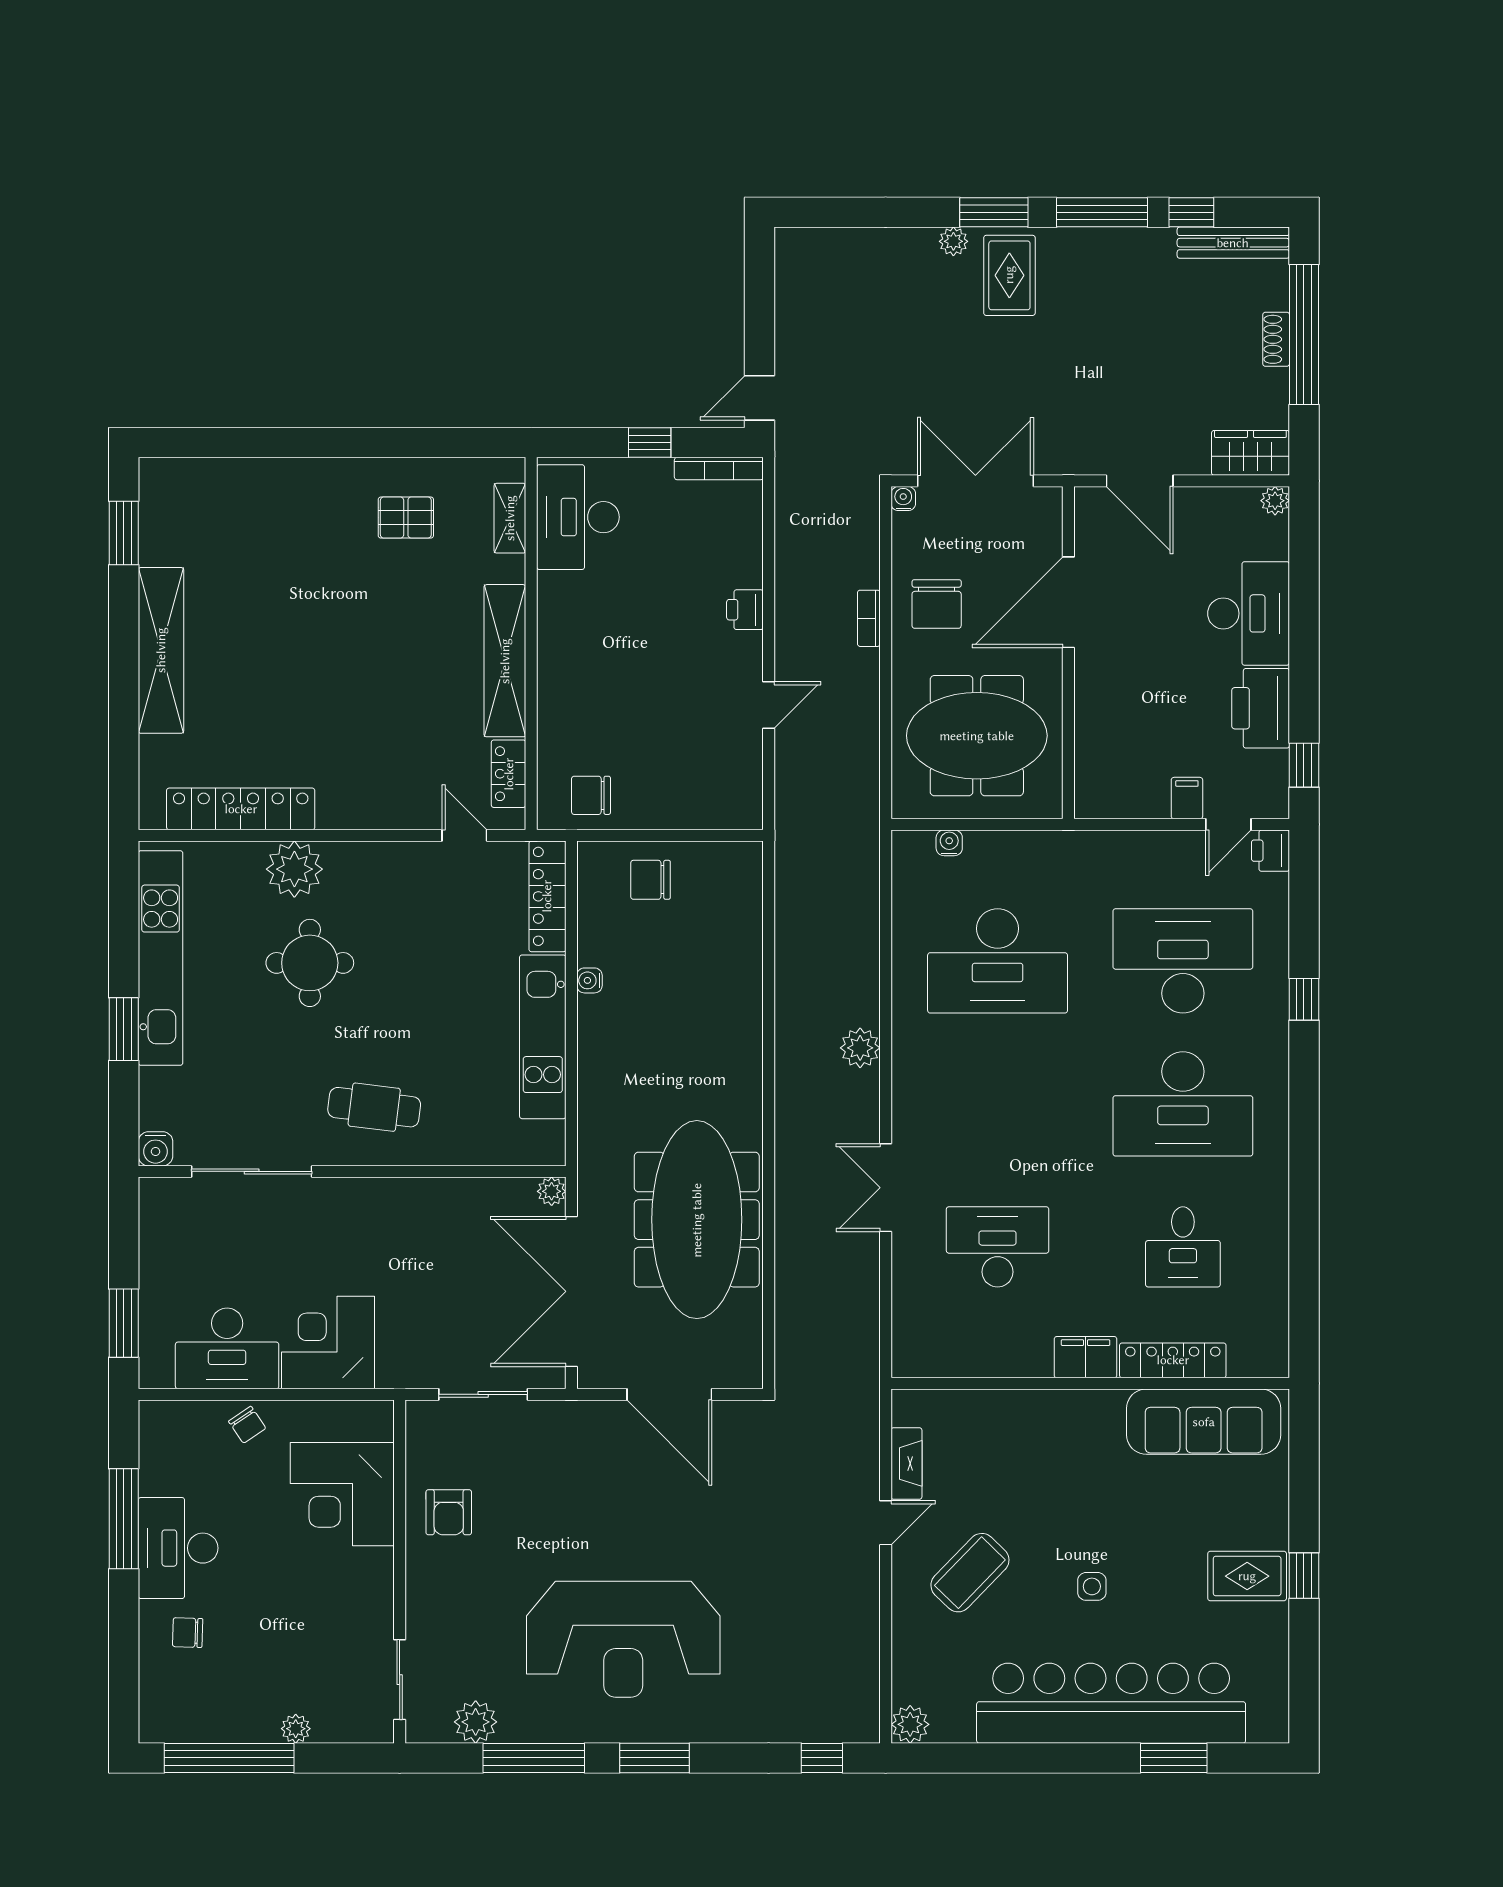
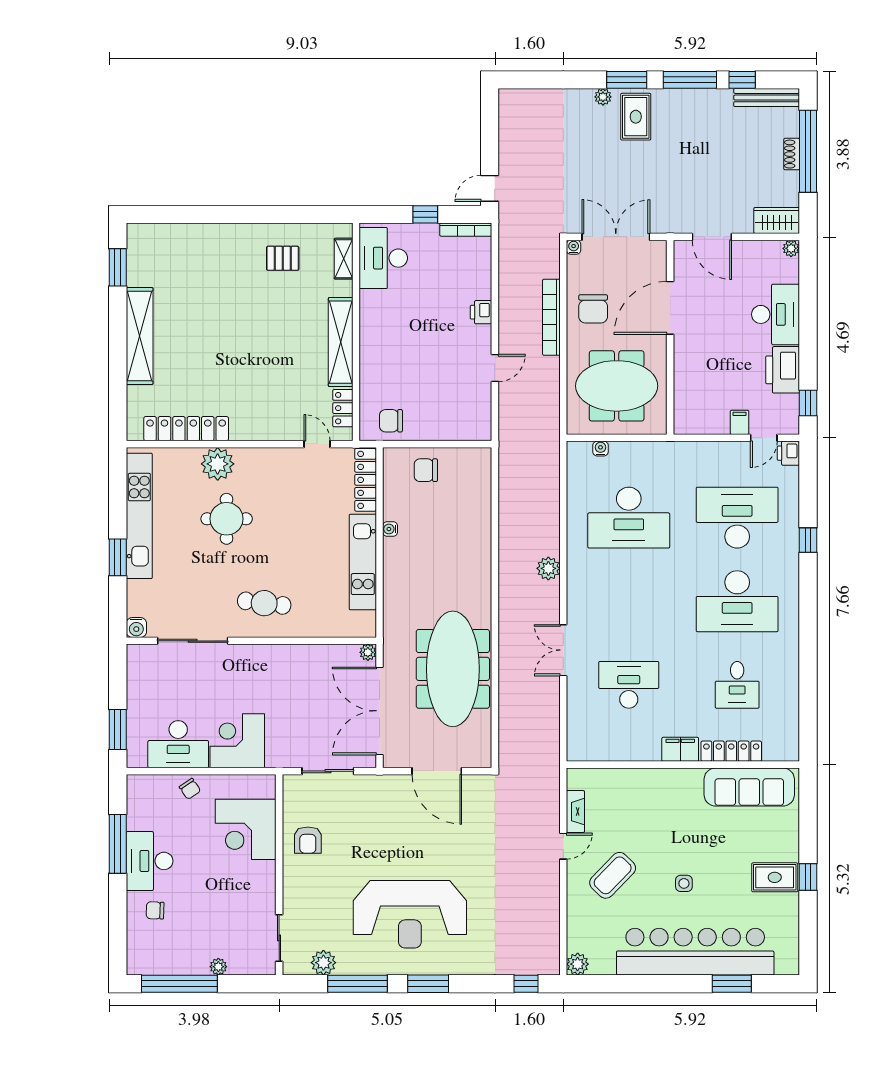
bookcase: (869, 618) -> (551, 317), width x2.31, depth x1.31

